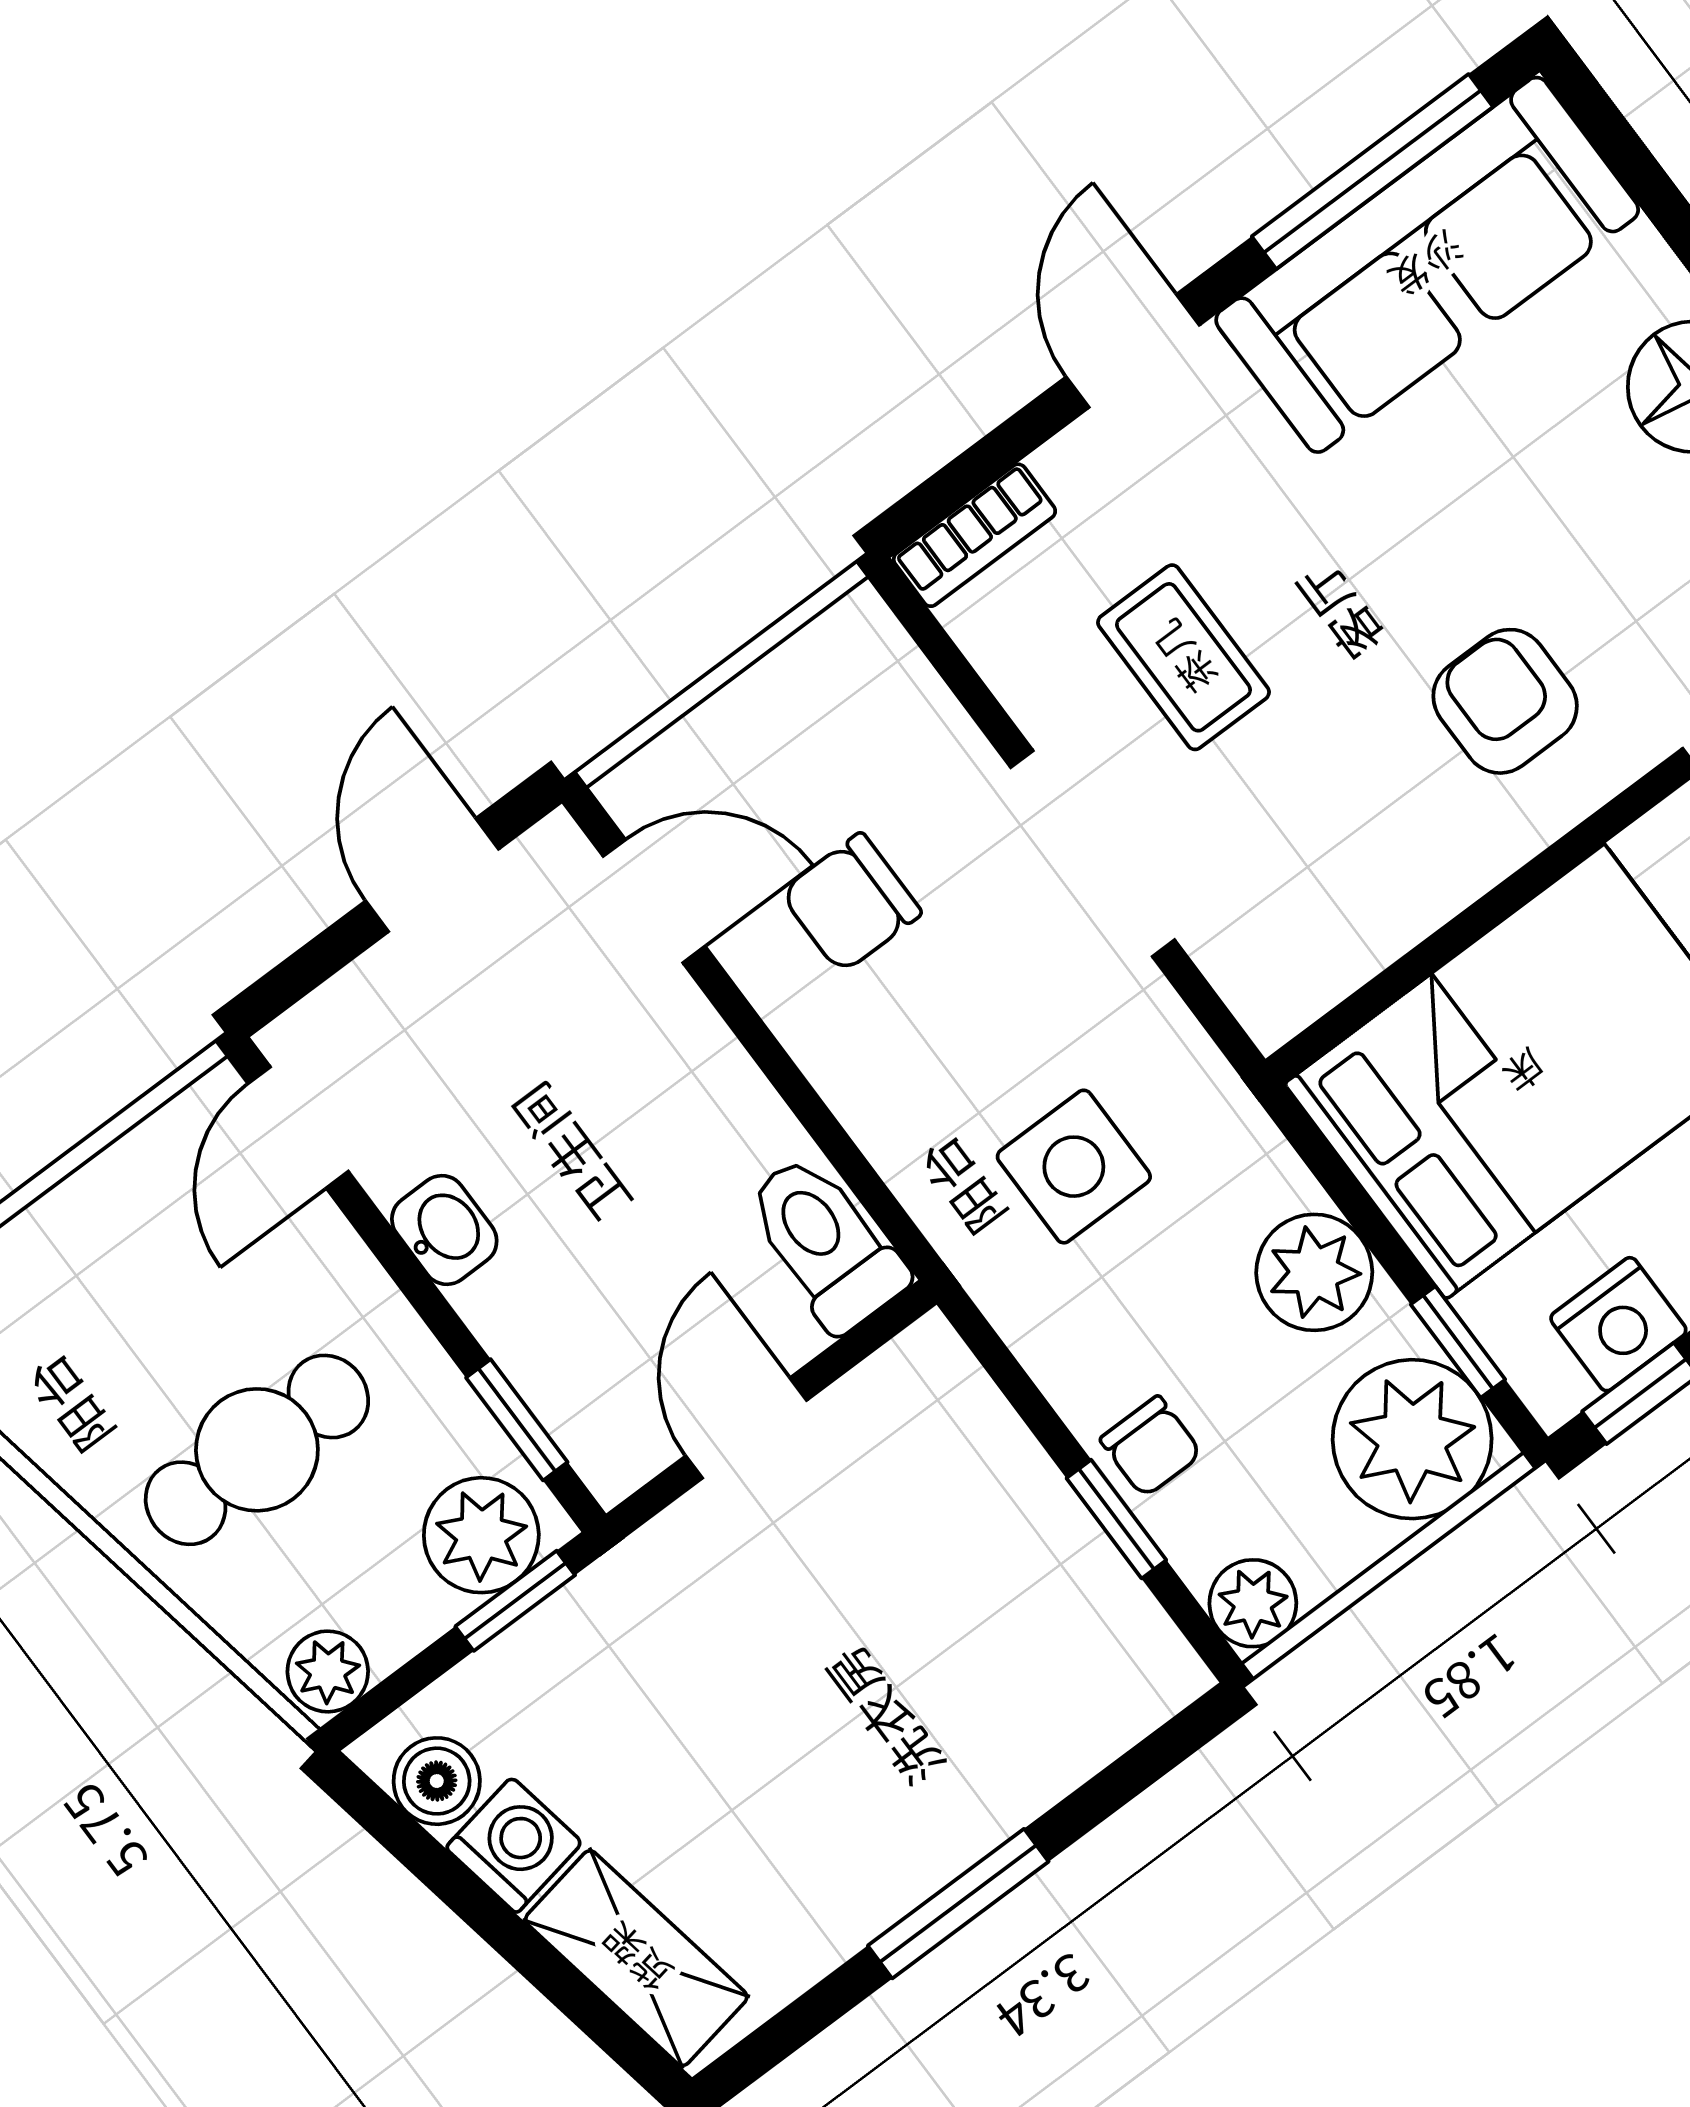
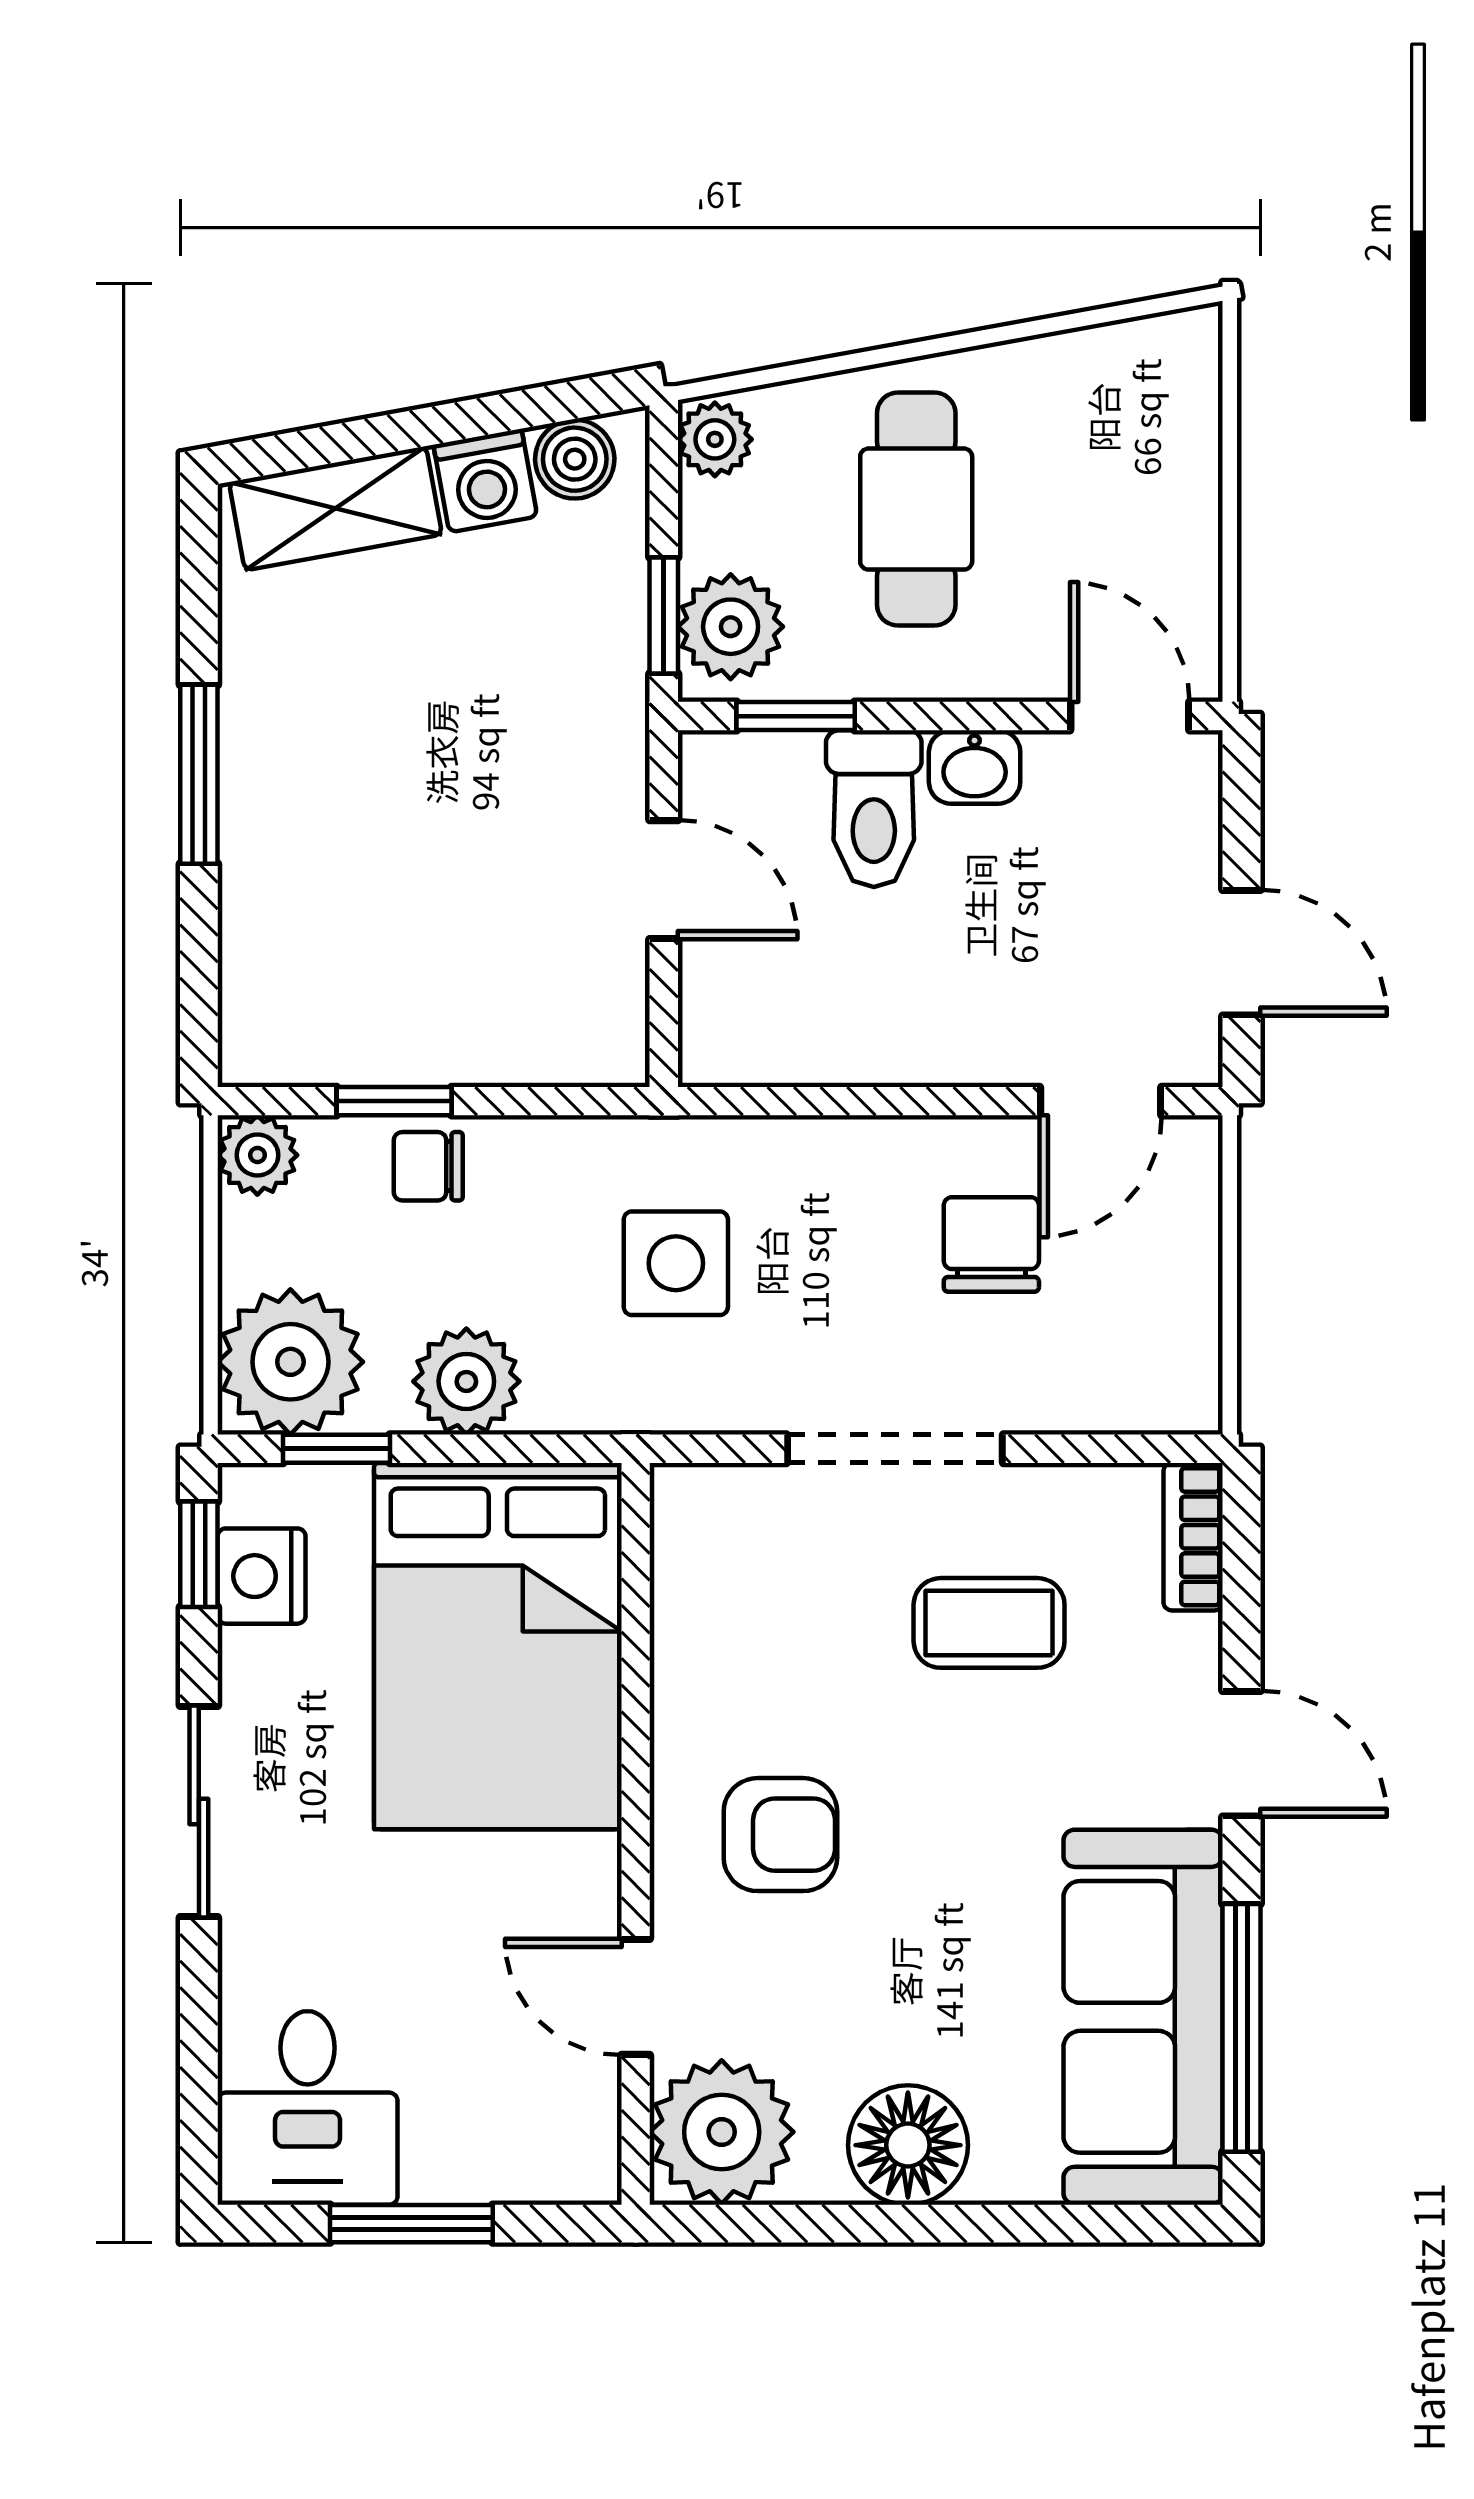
toilet: (825, 1243) -> (874, 809), moved, turned 90

